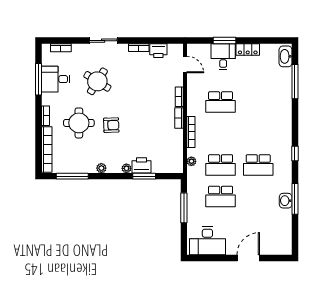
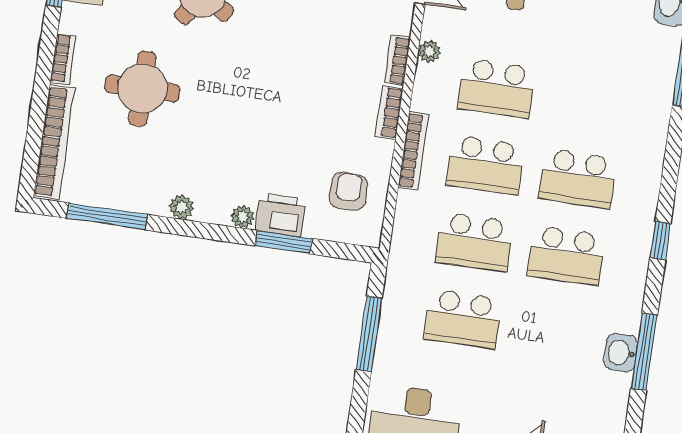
armchair: (111, 125) -> (348, 192), moved, turned -88
school desk: (221, 134) -> (485, 165), added
school desk: (258, 134) -> (578, 179), added
plant: (191, 161) -> (429, 51), moved

